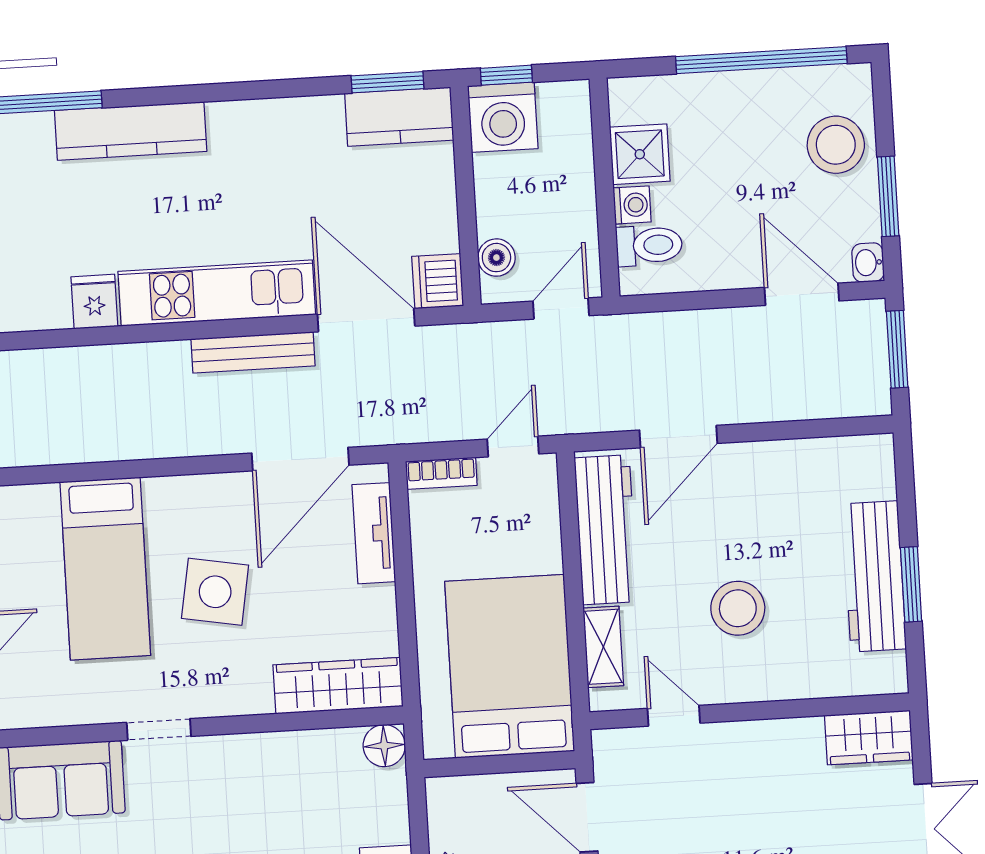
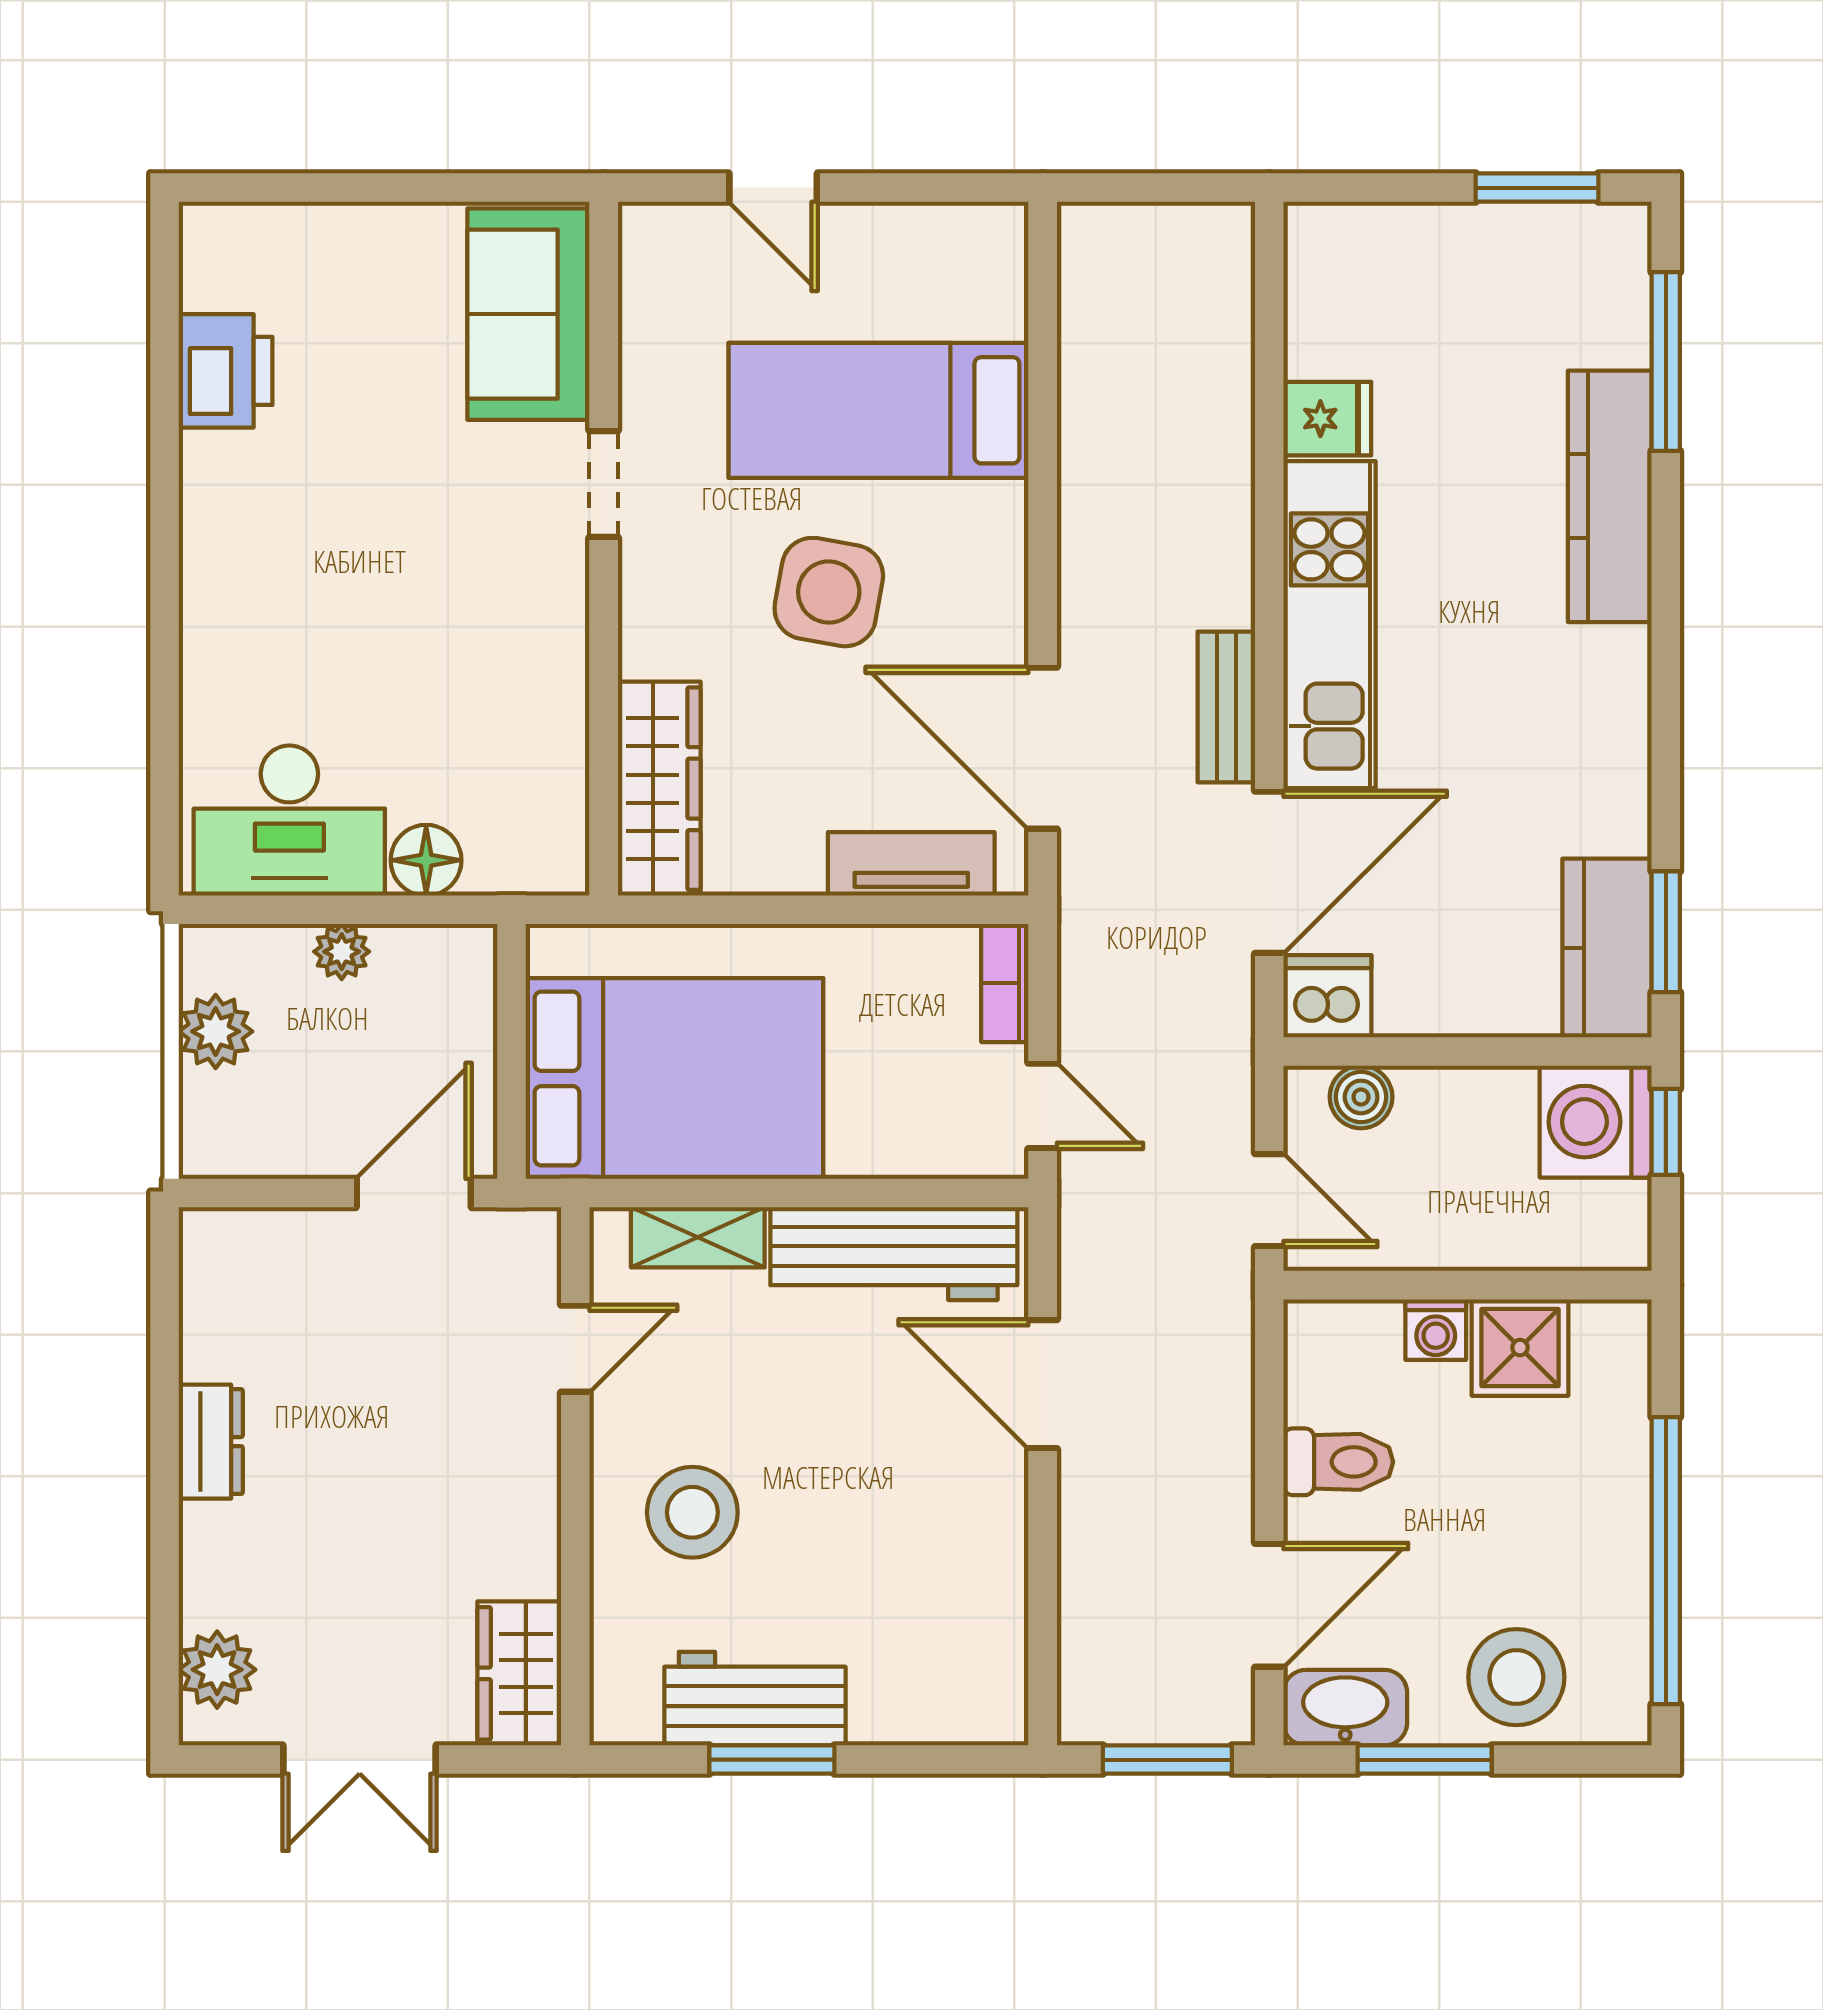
toilet: (649, 245) -> (1338, 1462), moved, turned -90
washbasin: (868, 263) -> (1345, 1708), width x1.91, depth x1.45
bench: (253, 352) -> (1226, 707), width x0.73
workbench: (874, 576) -> (755, 1699), width x0.73
stool: (738, 608) -> (692, 1512), moved
floor lamp: (384, 746) -> (426, 860), moved

